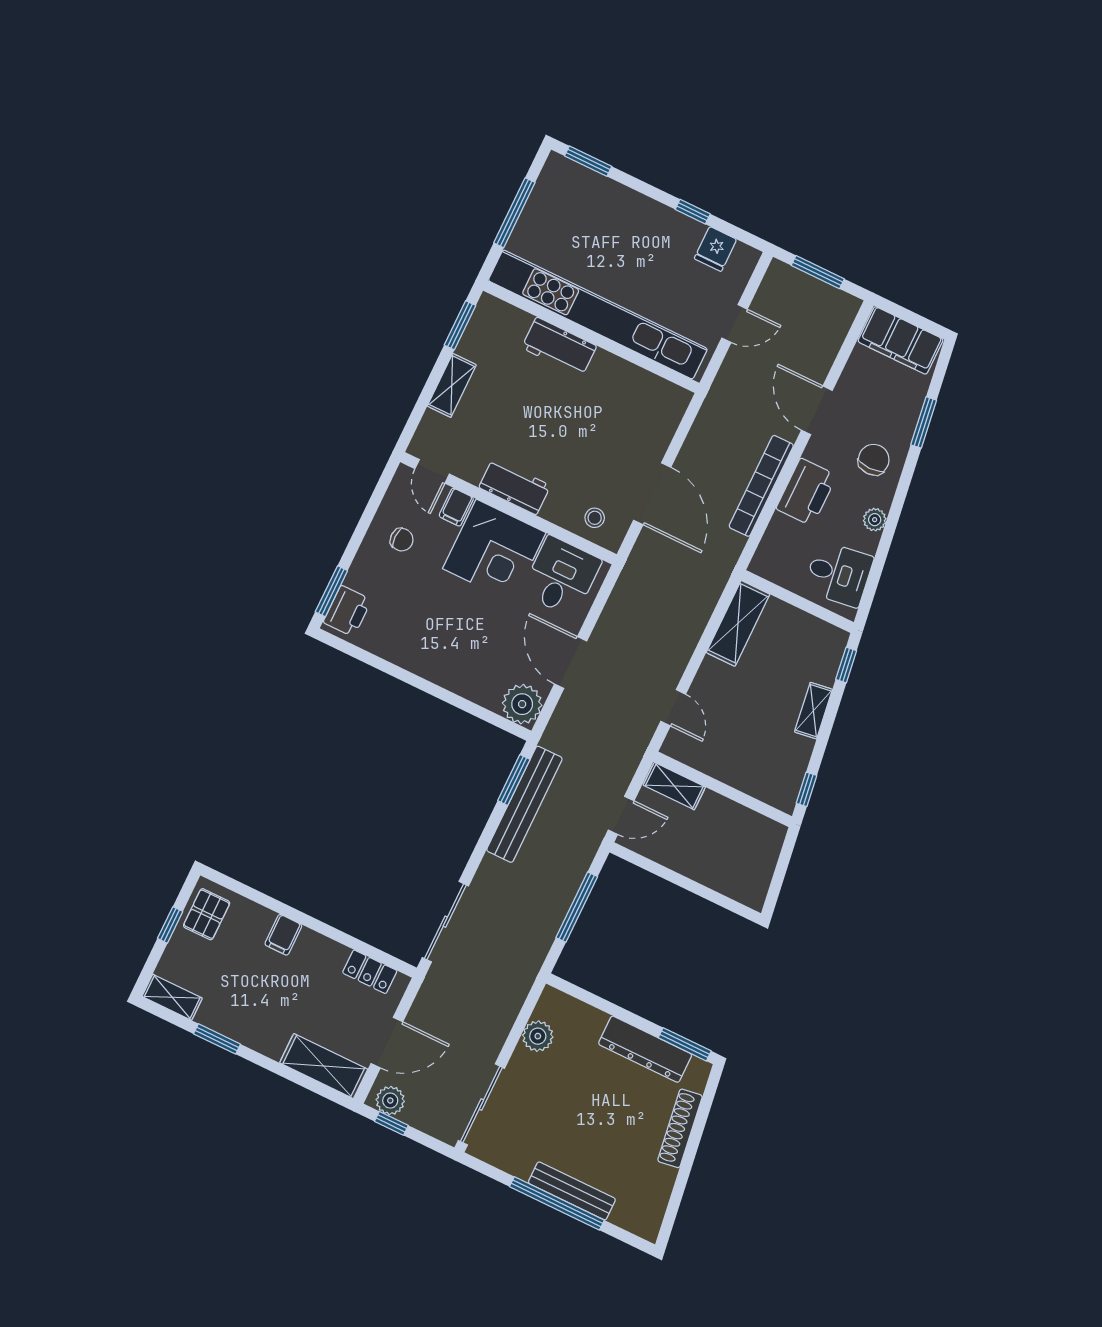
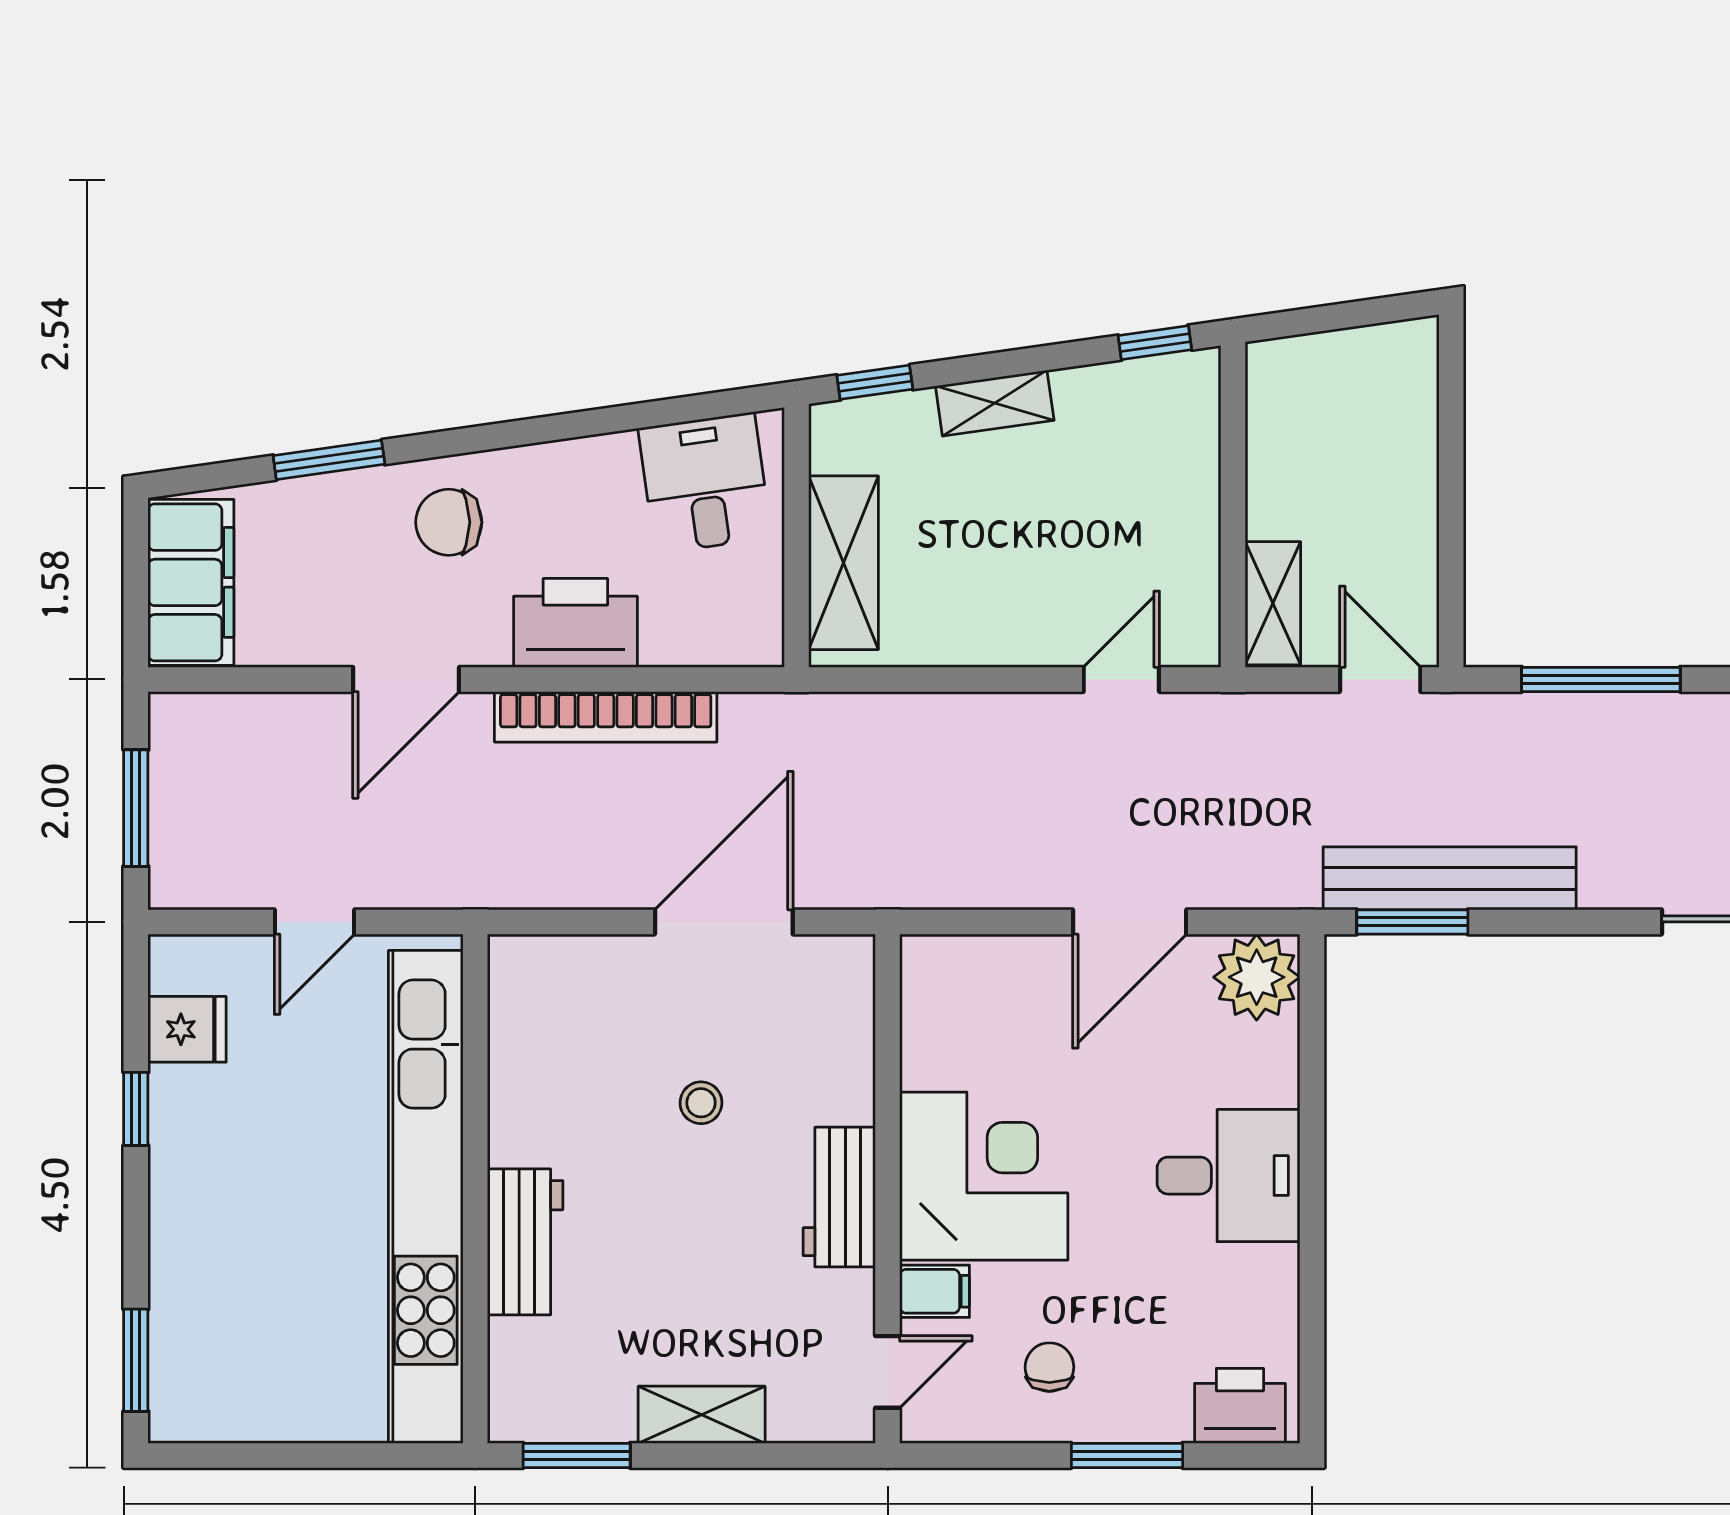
window: (514, 213) -> (306, 1455), removed
door: (734, 324) -> (314, 922), swing flipped
stool: (595, 518) -> (701, 1103), moved
plant: (875, 520) -> (565, 464), removed
desk: (561, 577) -> (1228, 1176), moved, turned 180
window: (331, 591) -> (1127, 1455), moved
shelving: (738, 623) -> (843, 563), moved, turned 90

